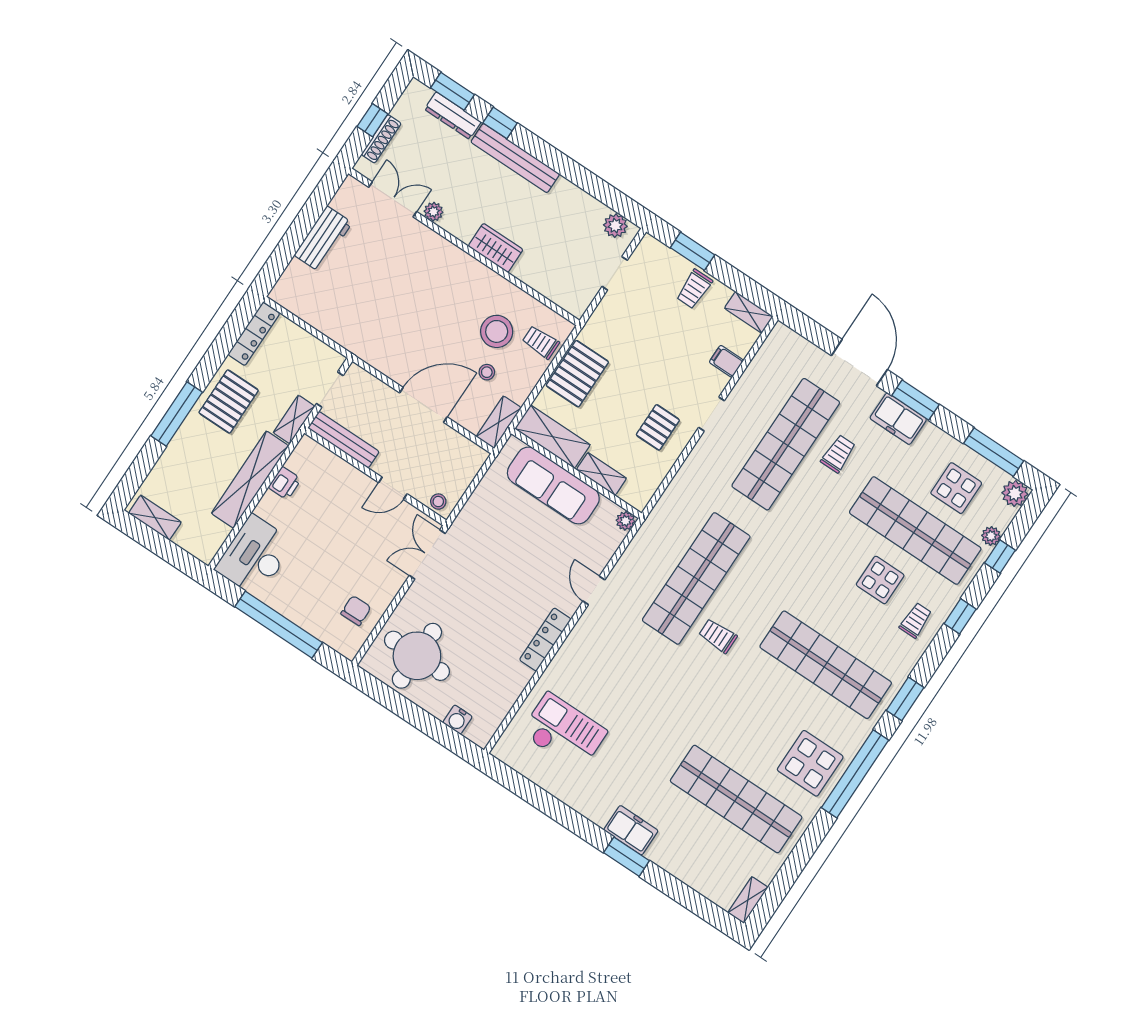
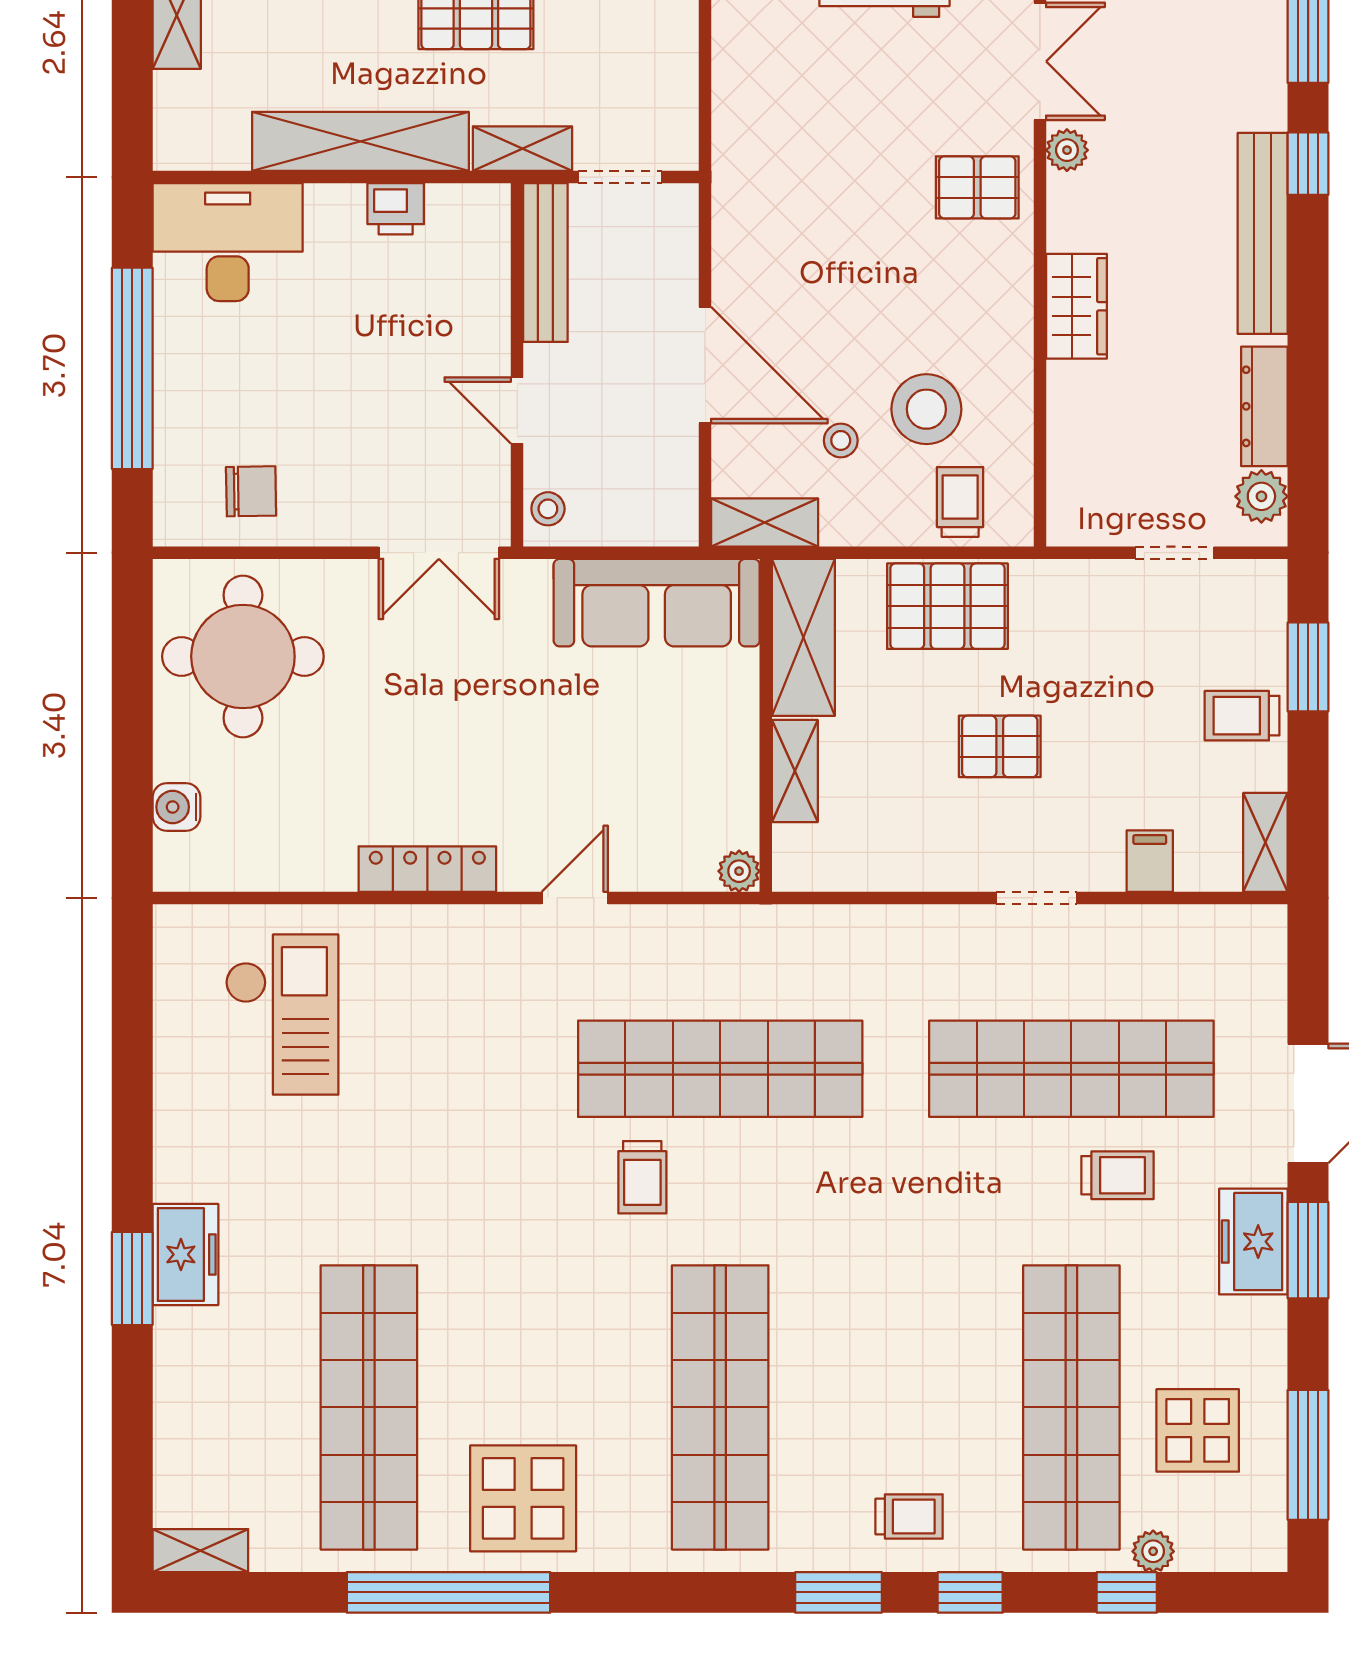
dresser: (453, 116) -> (1264, 406), moved
pallet: (425, 255) -> (977, 187), added
pallet: (658, 427) -> (1000, 746), moved
sofa: (553, 485) -> (657, 603), moved, turned -90
plant: (1015, 493) -> (1259, 1543), removed
double door: (427, 554) -> (439, 553), swing flipped
display table: (880, 580) -> (940, 1404), removed
trolley: (718, 636) -> (642, 1177), turned 180
window: (905, 699) -> (839, 1592), moved
window: (855, 774) -> (448, 1592), moved

